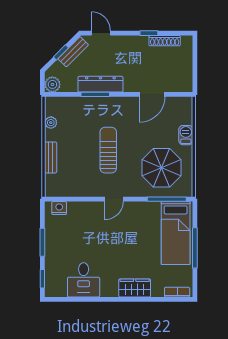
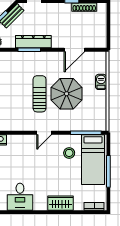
parasol: (162, 168) -> (67, 94), moved
stool: (146, 225) -> (69, 153), added

